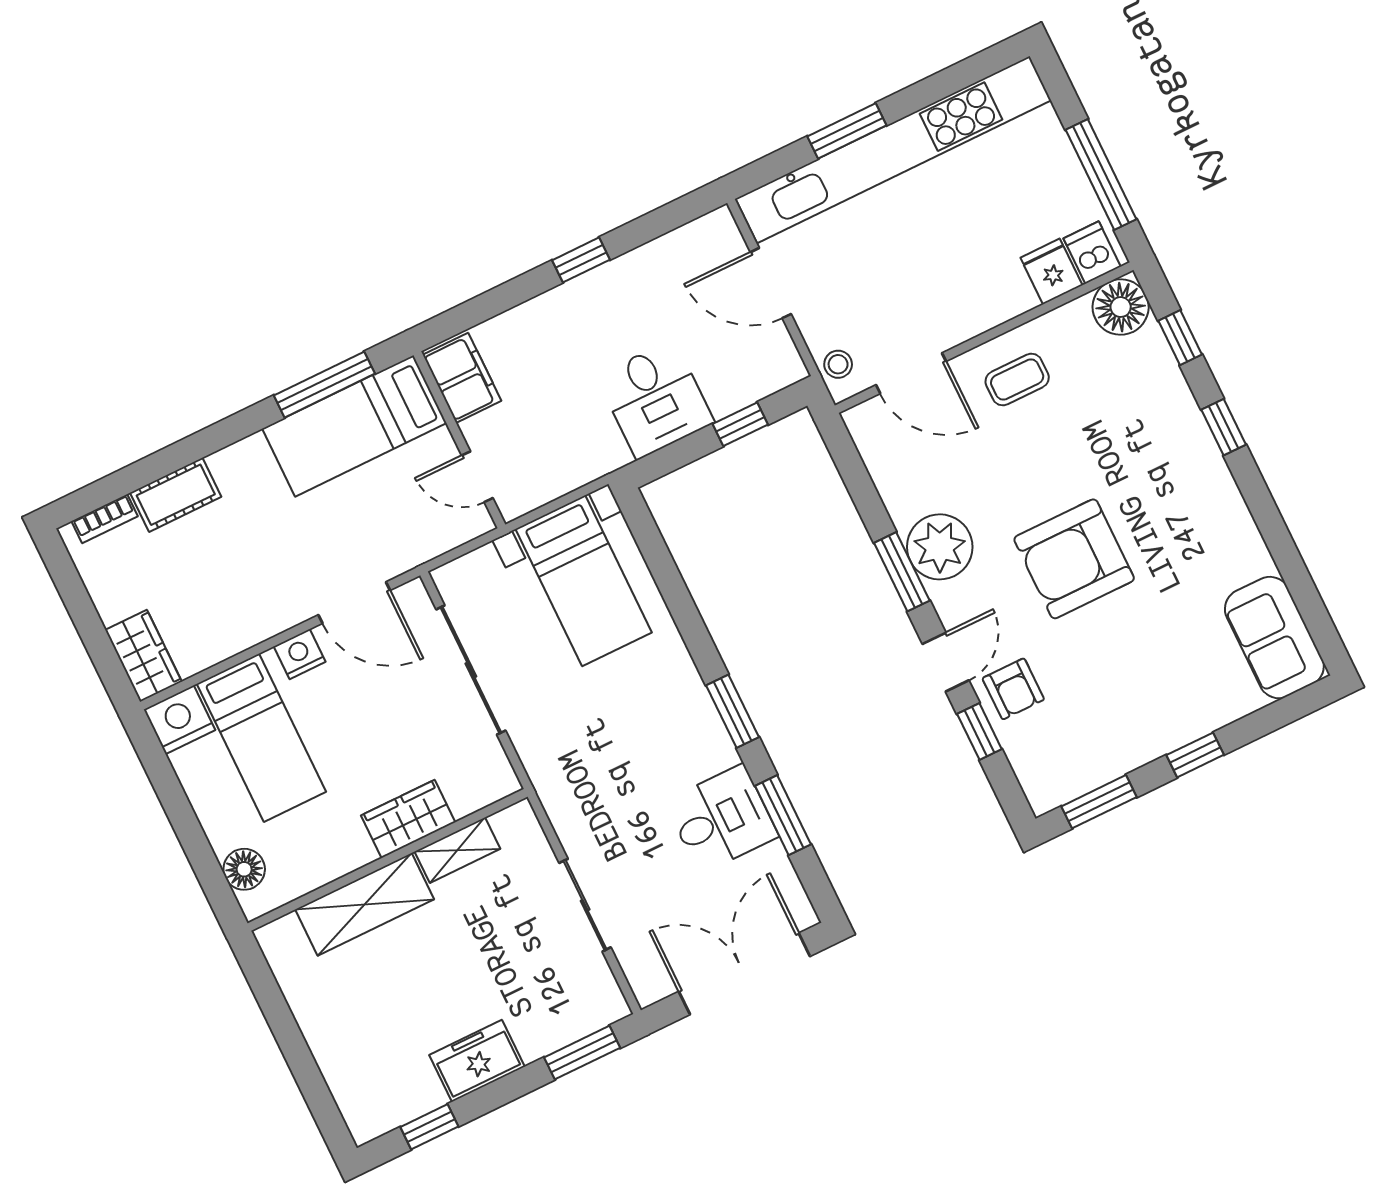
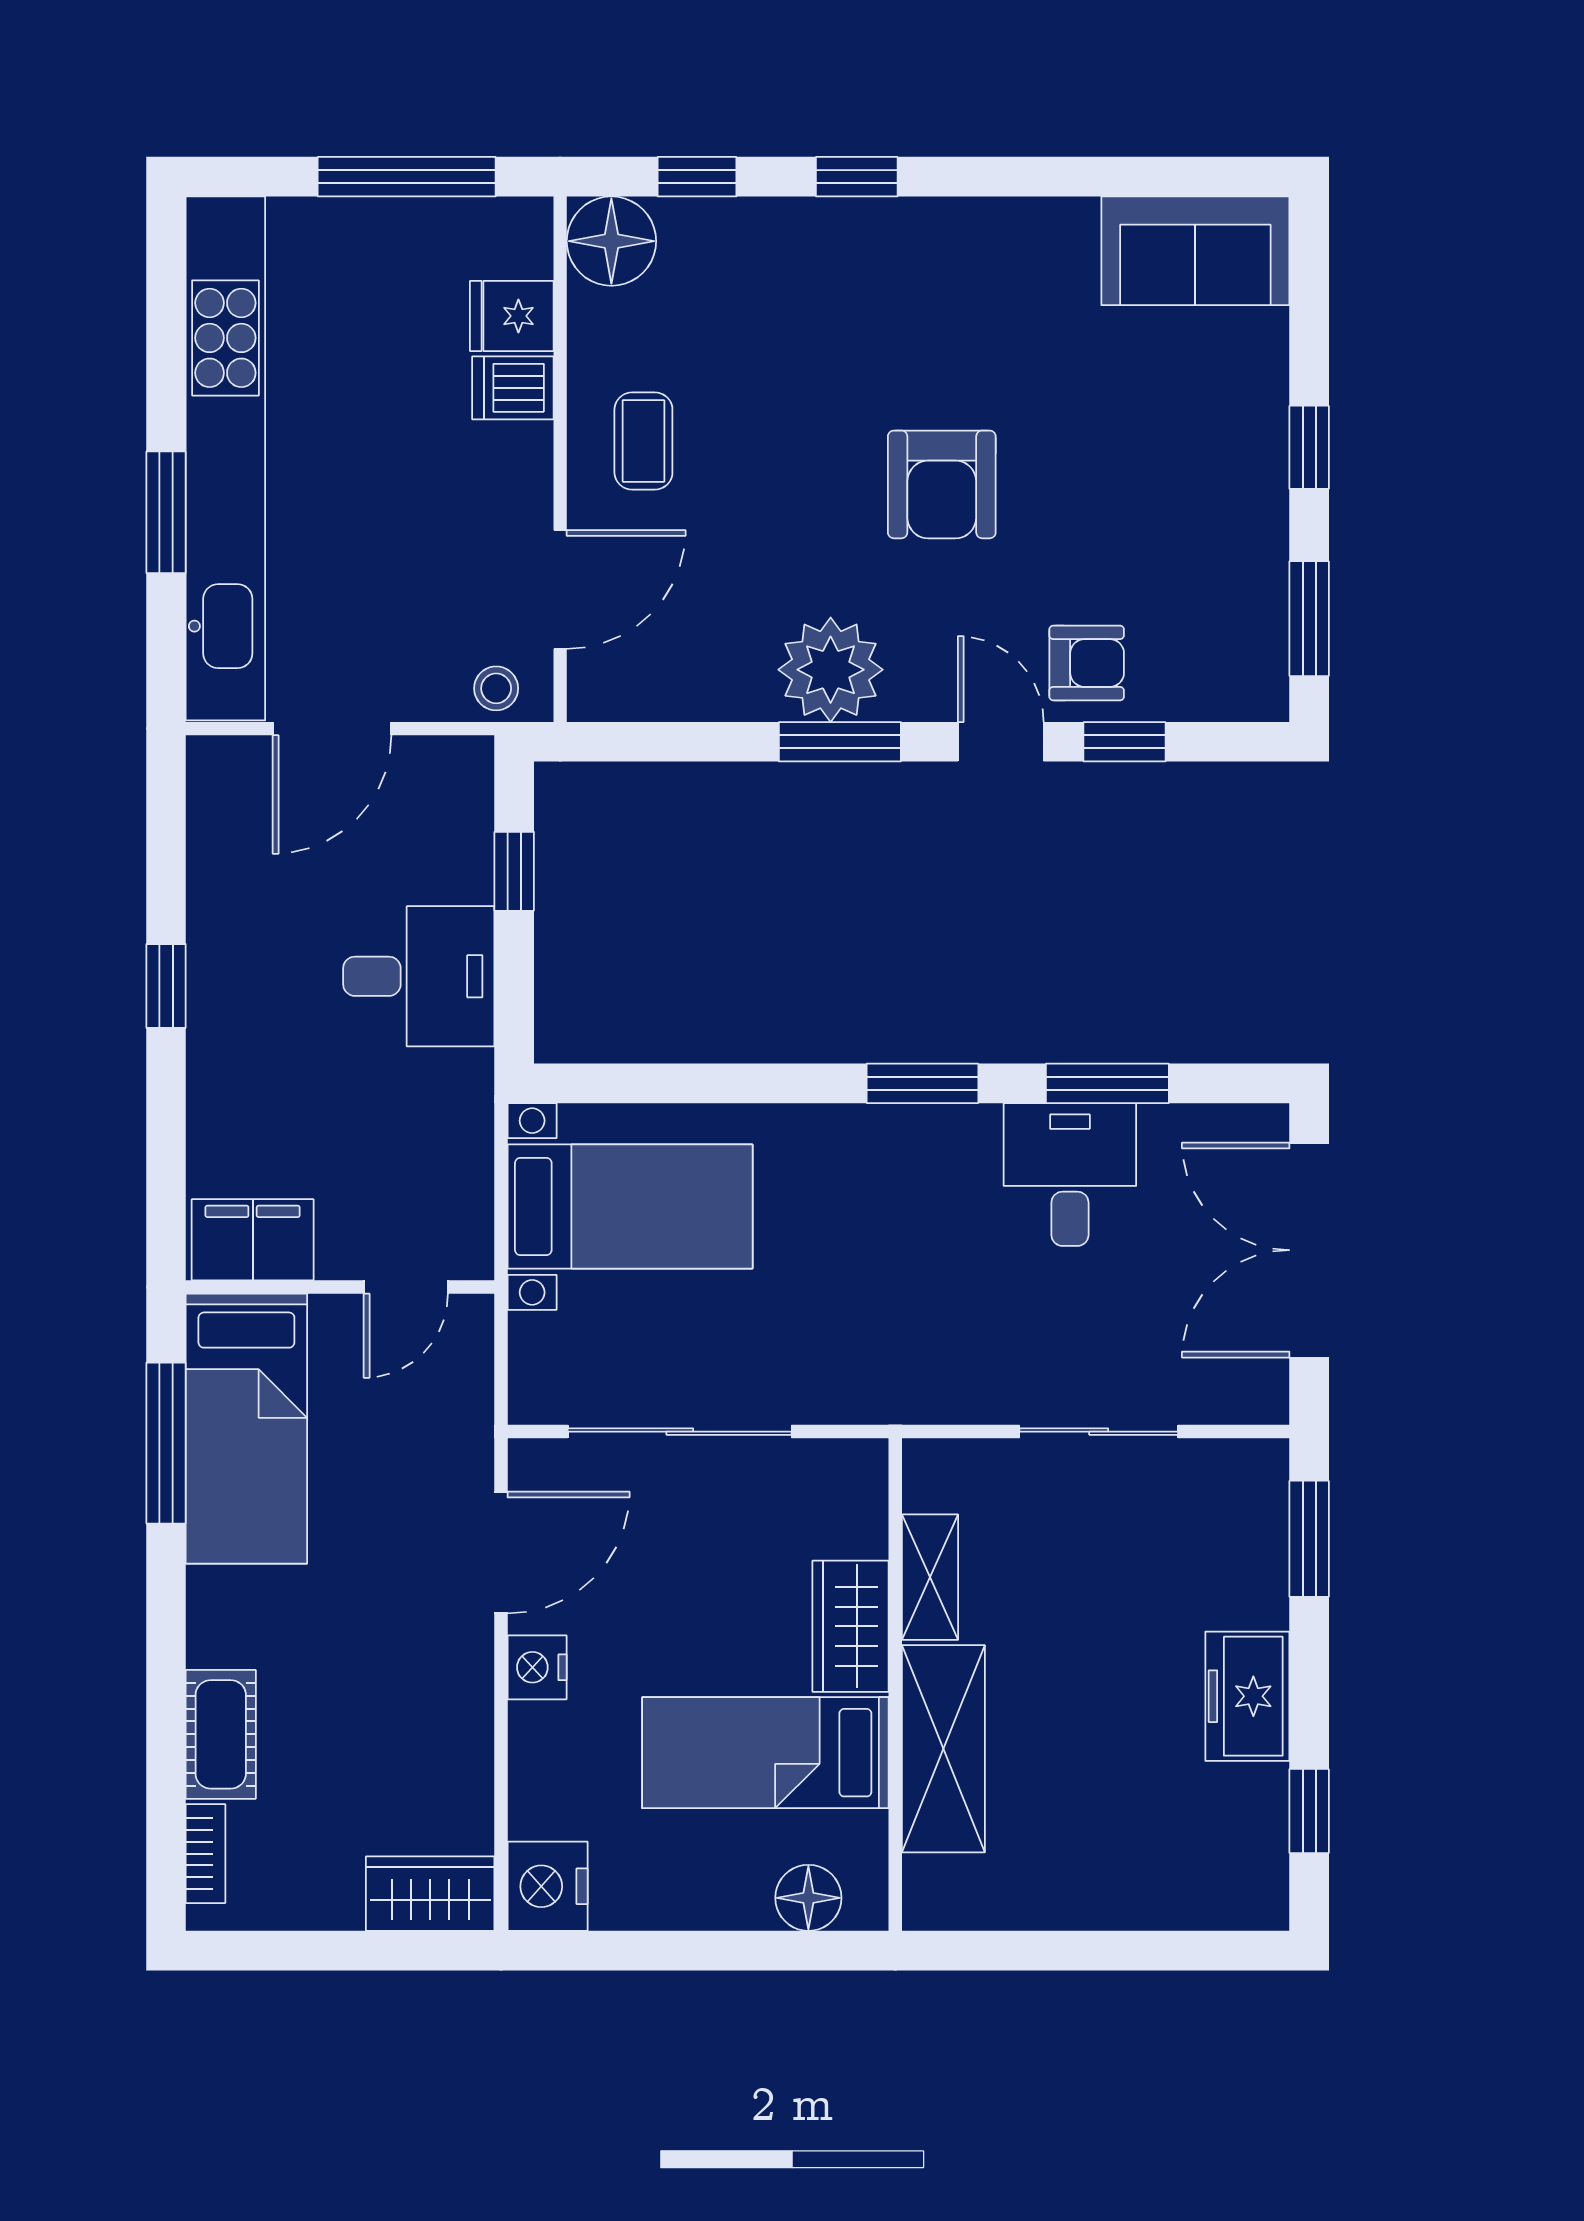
dishwasher: (1092, 253) -> (513, 388), moved
armchair: (1074, 559) -> (942, 484), width x0.73, depth x0.73
bed: (261, 738) -> (765, 1753), moved, turned 180

